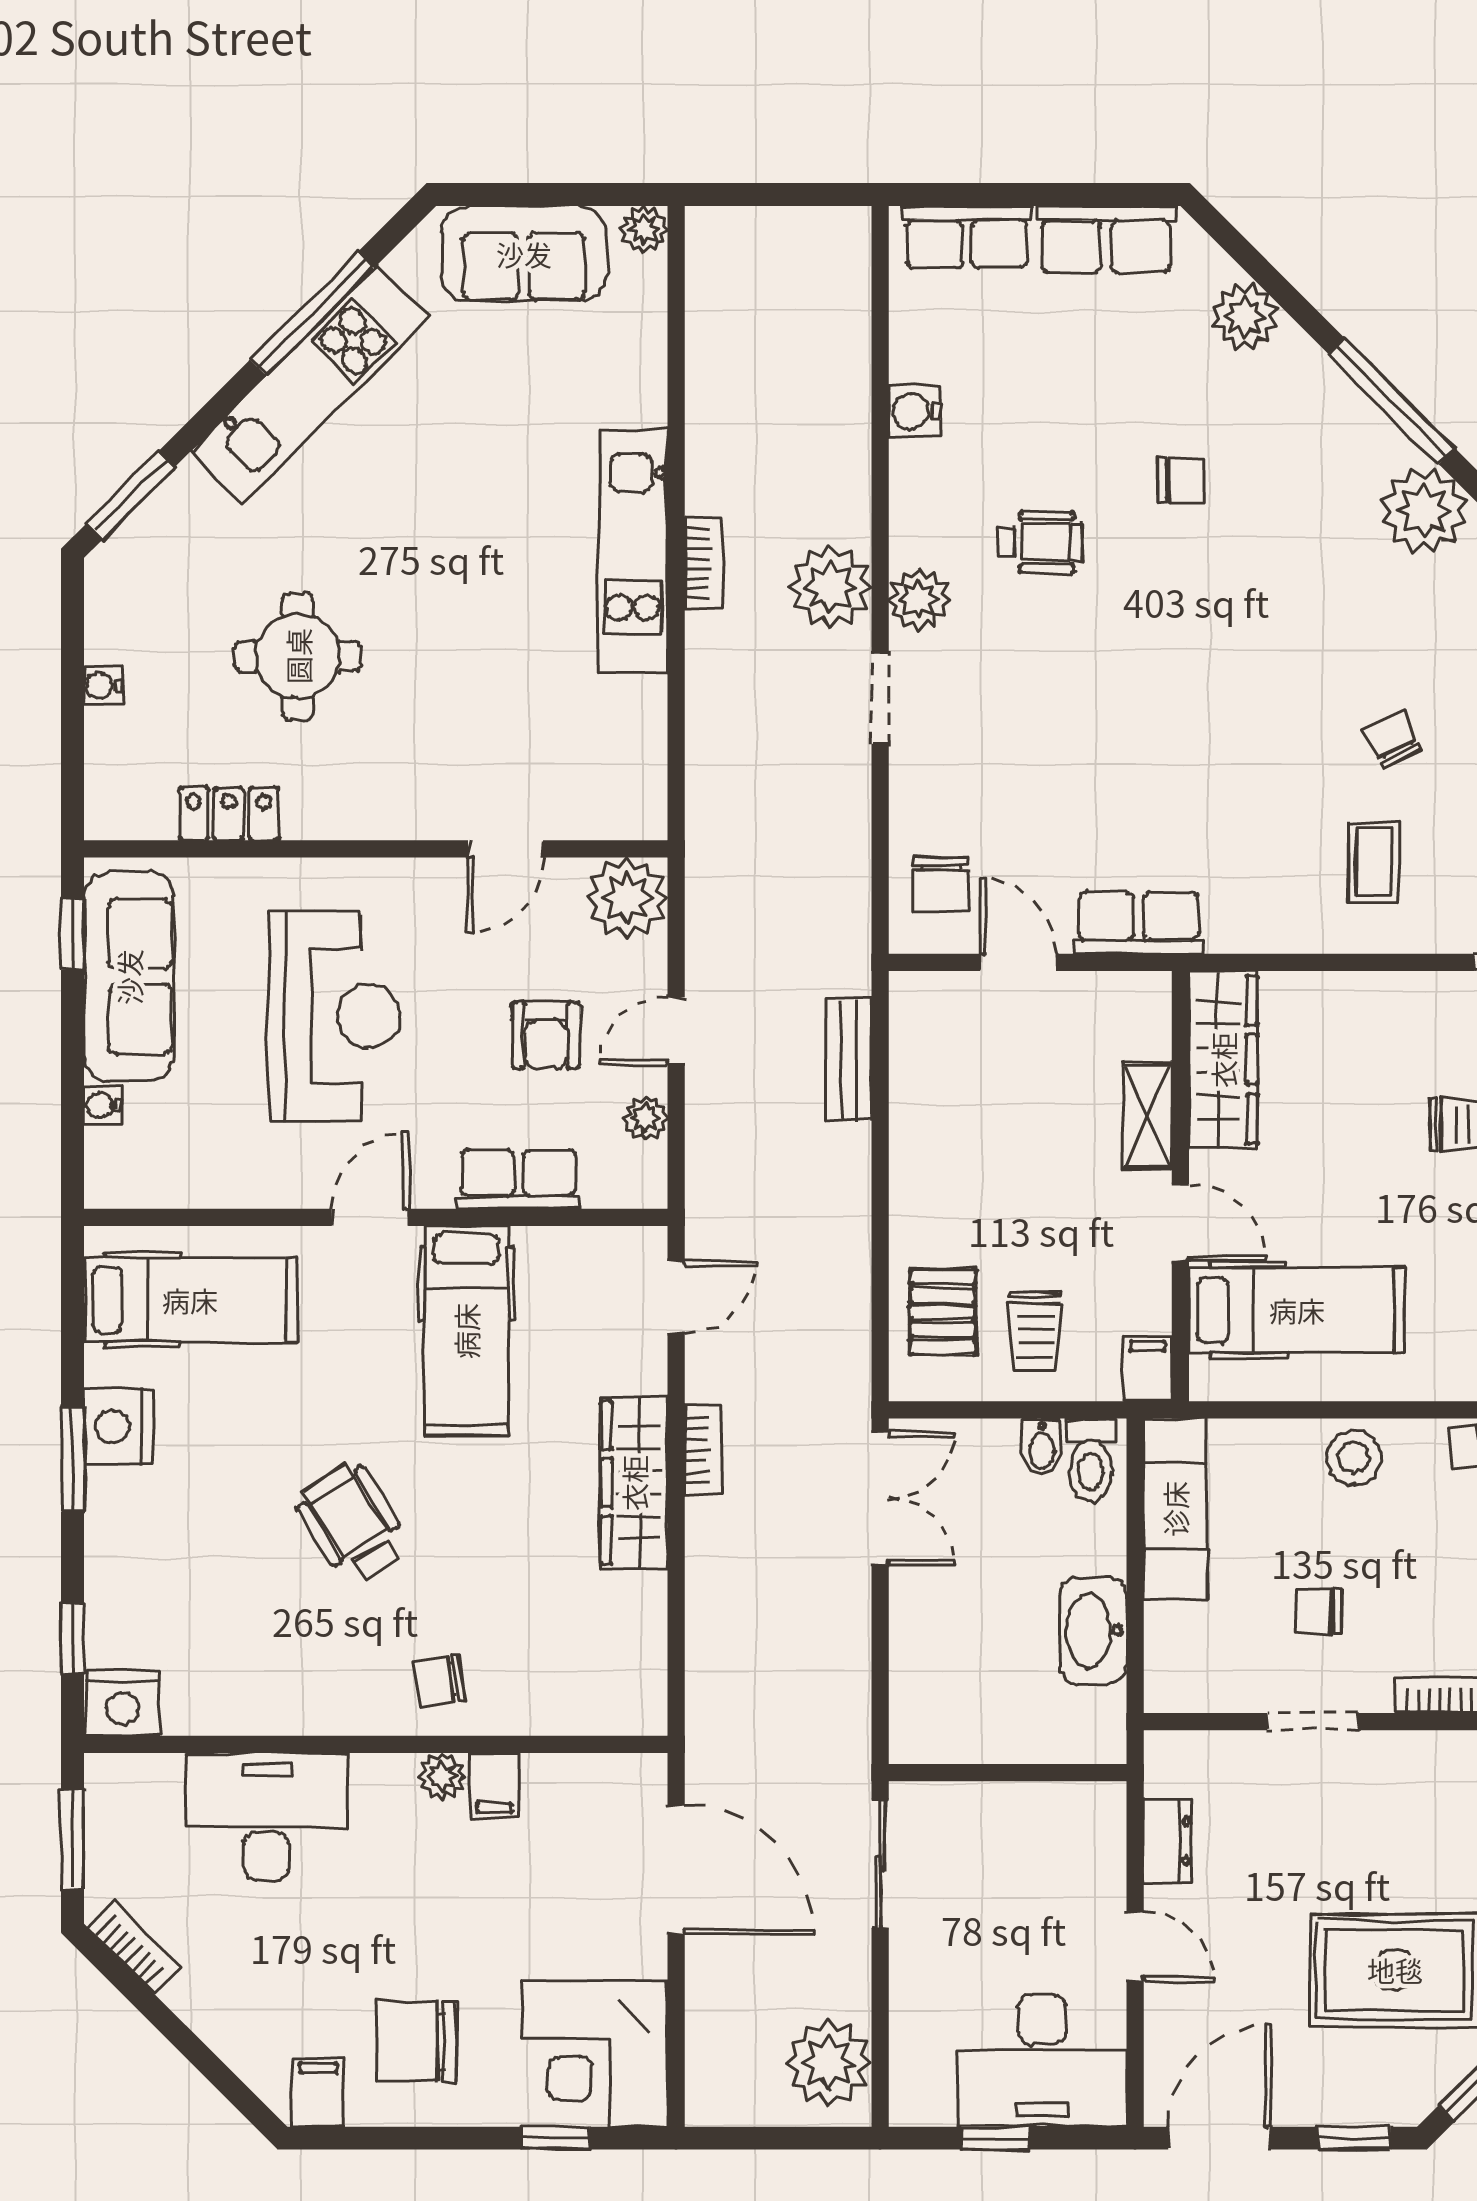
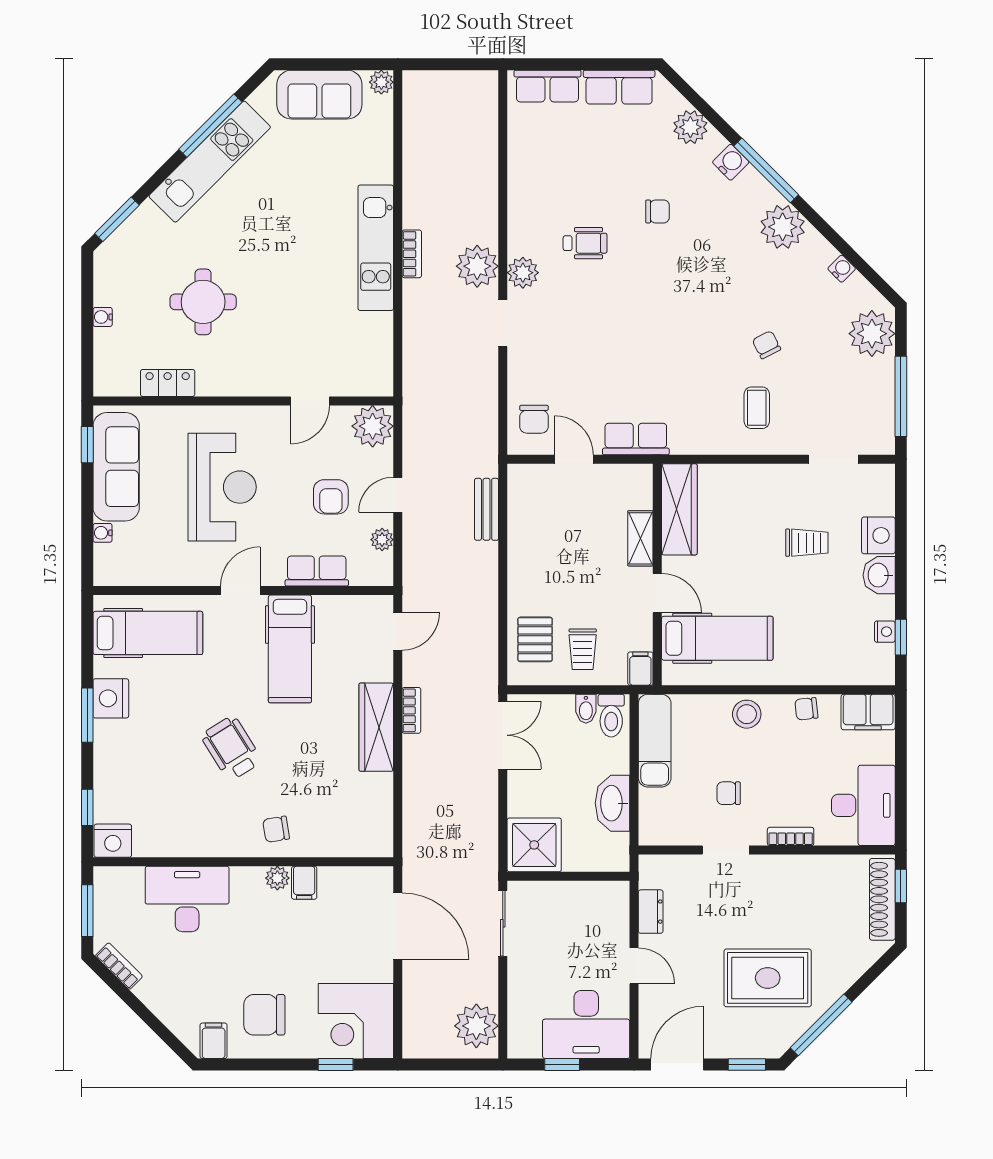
water cooler: (914, 411) -> (731, 162), moved, turned 135
shower: (941, 1712) -> (534, 845), added

